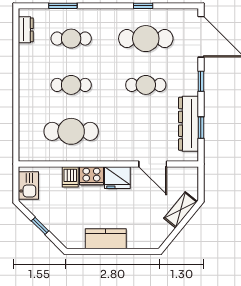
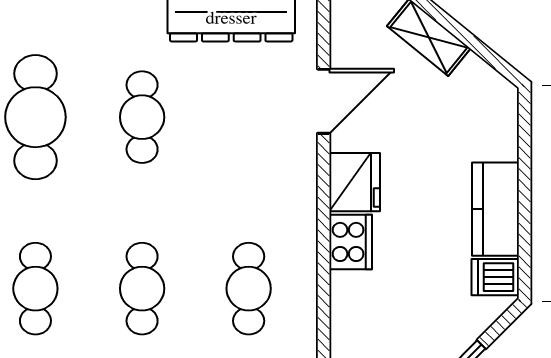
cafe table: (71, 131) -> (249, 289), width x0.73, depth x0.74
dishwasher: (70, 177) -> (495, 277), moved, turned 180

